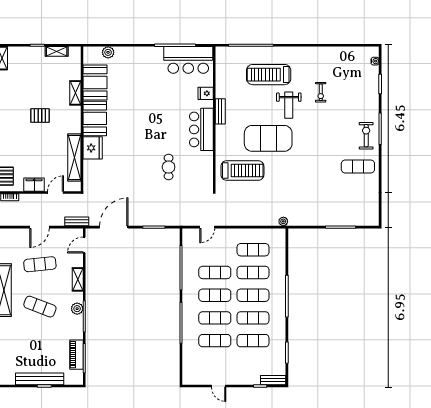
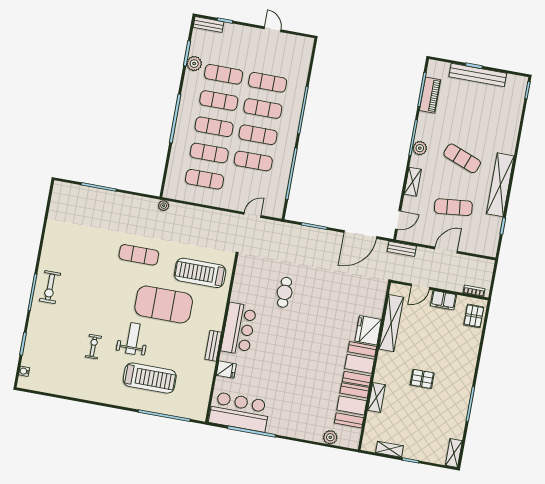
exercise mat: (358, 167) -> (139, 255), moved
plant: (279, 345) -> (194, 64), added

